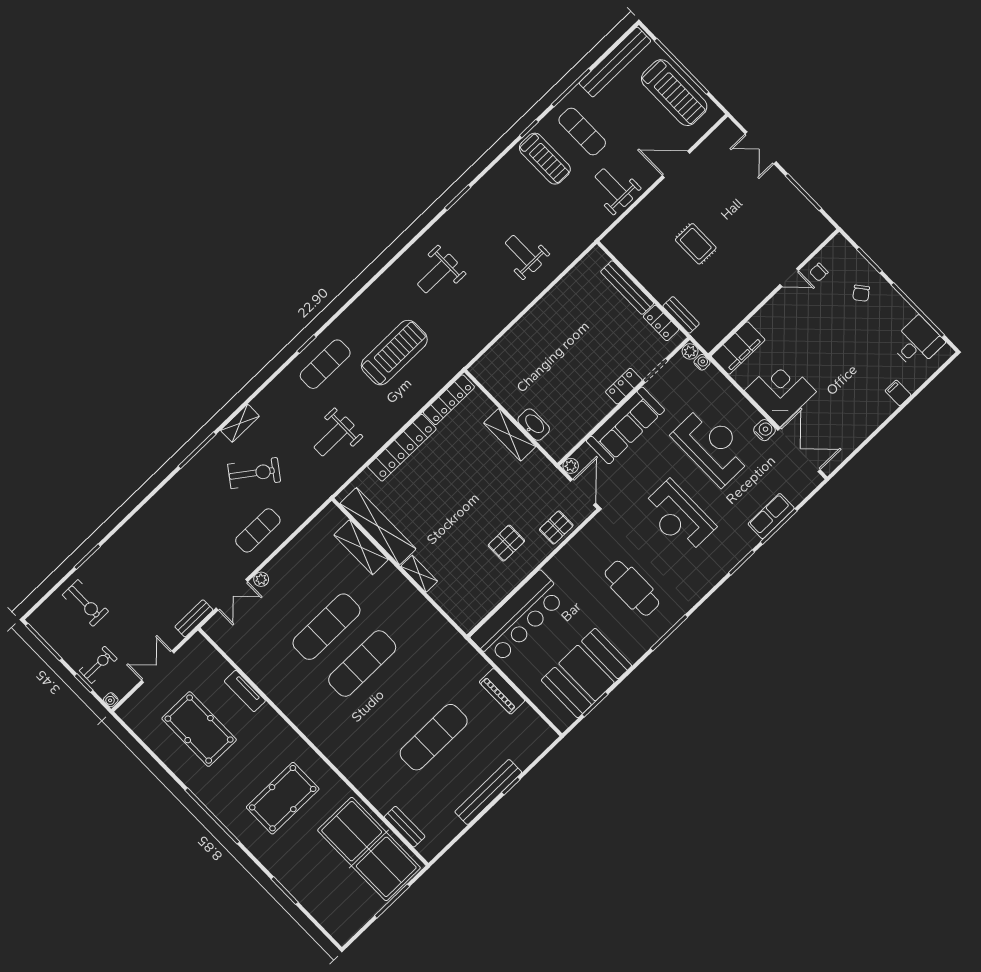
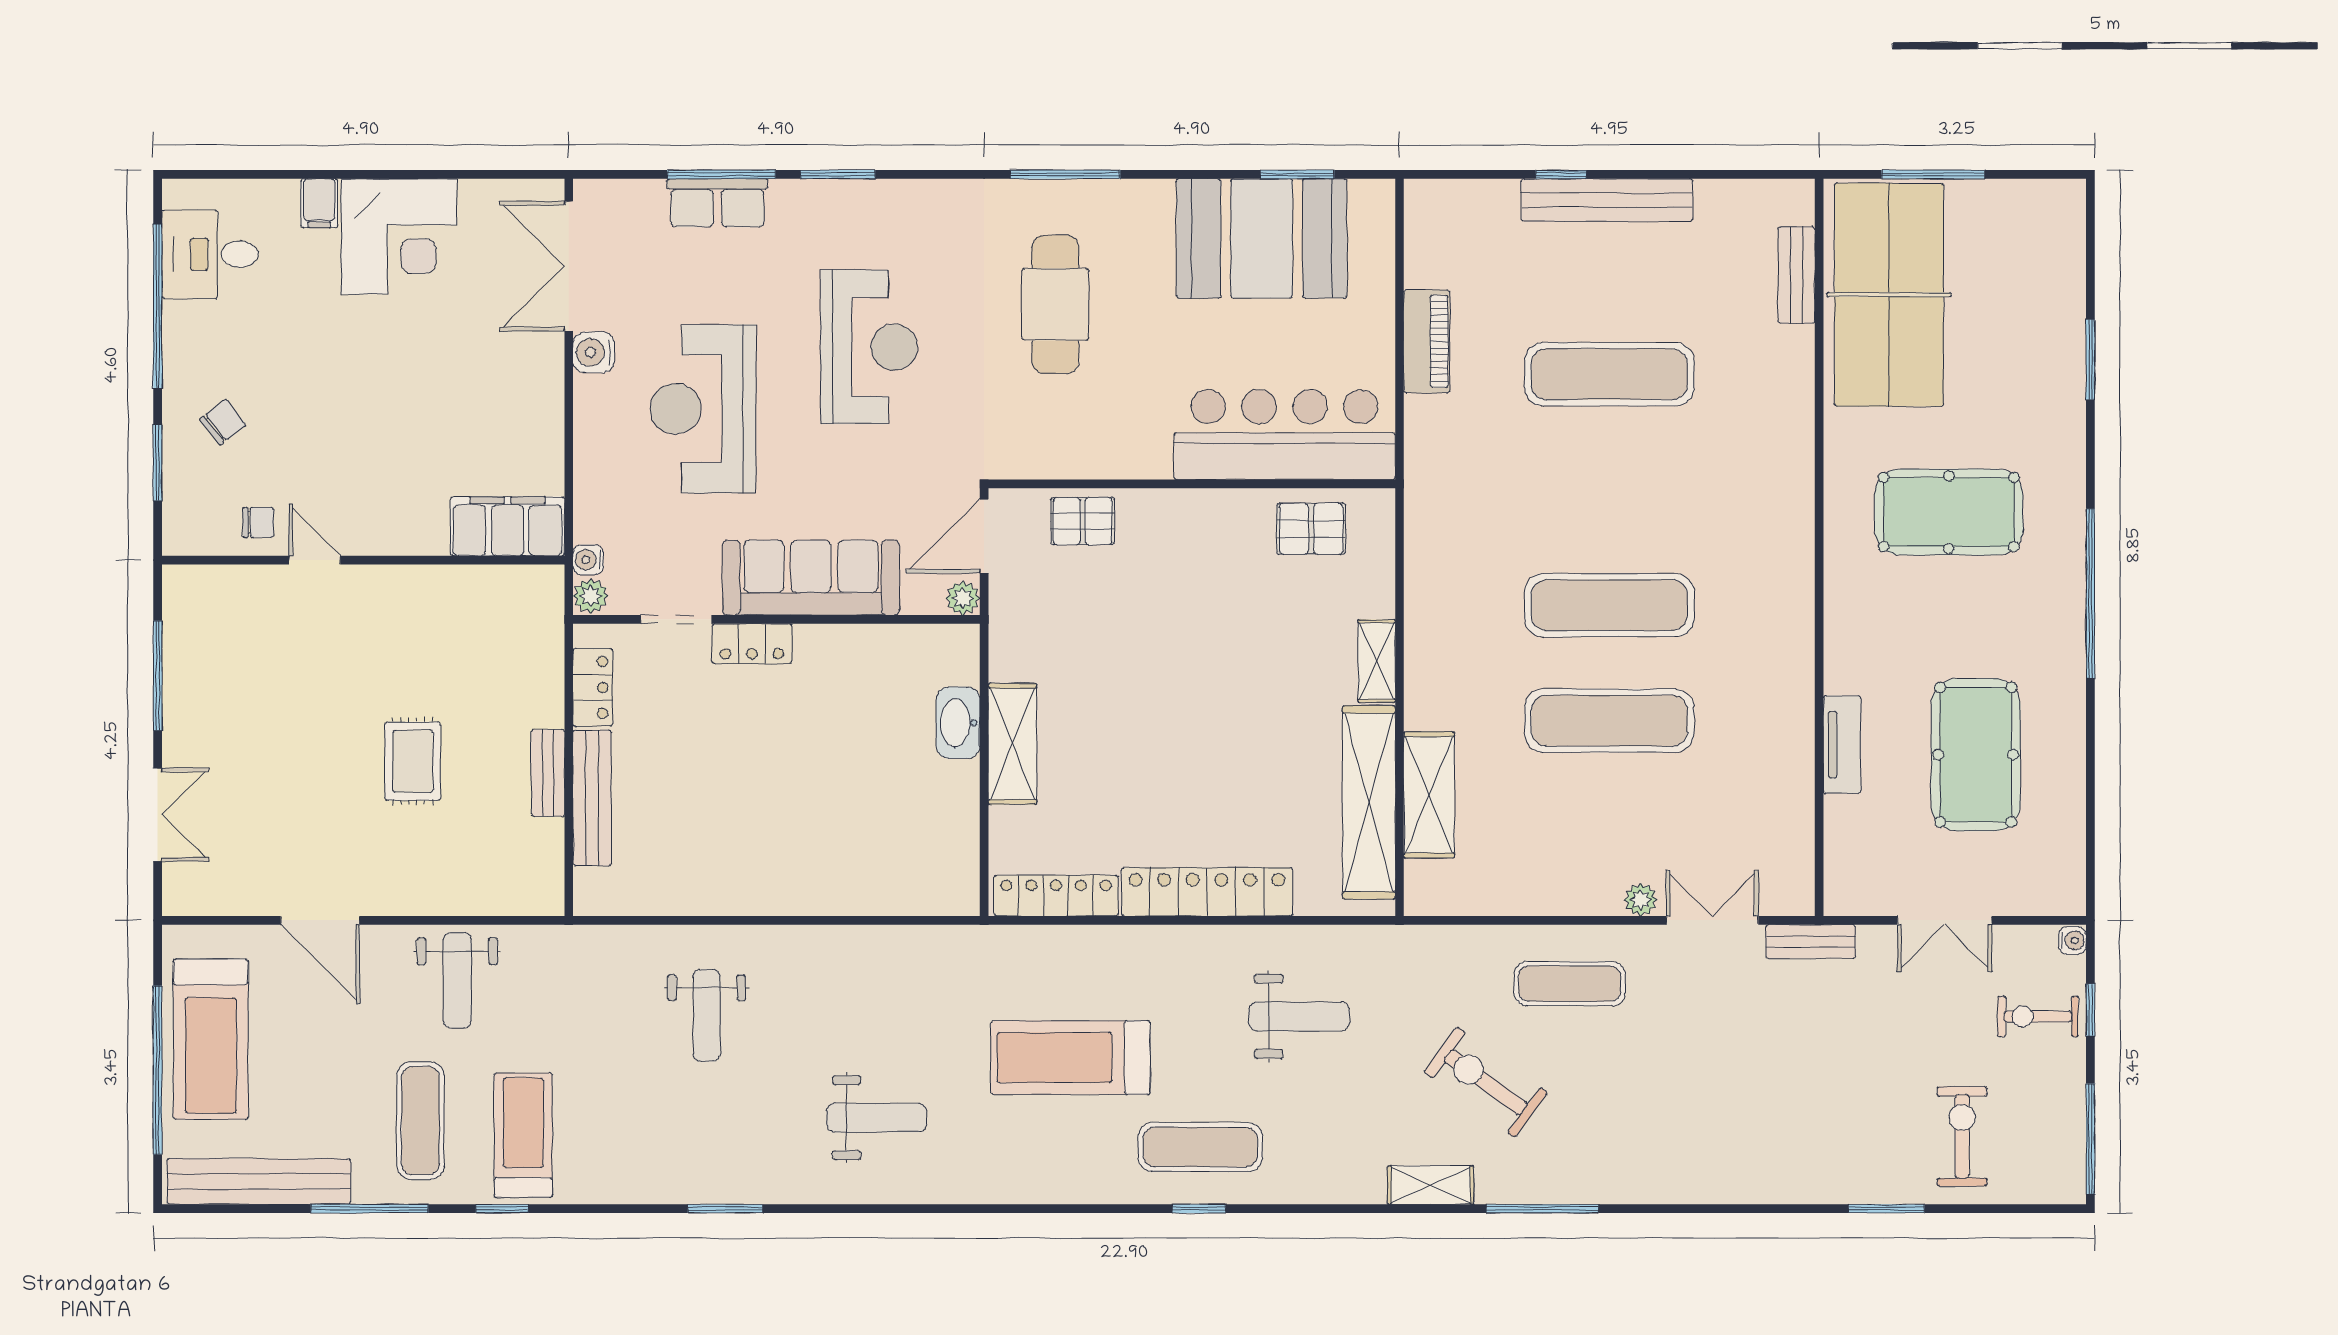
treadmill: (674, 93) -> (211, 1039), turned 180
bench: (681, 315) -> (548, 773), moved
corner desk: (780, 391) -> (399, 236), moved, turned -90
pallet: (506, 543) -> (1311, 529), moved

